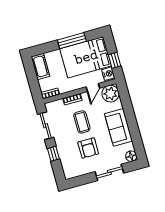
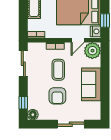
window: (53, 154) -> (23, 103), moved
floor lamp: (131, 156) -> (33, 115), moved

